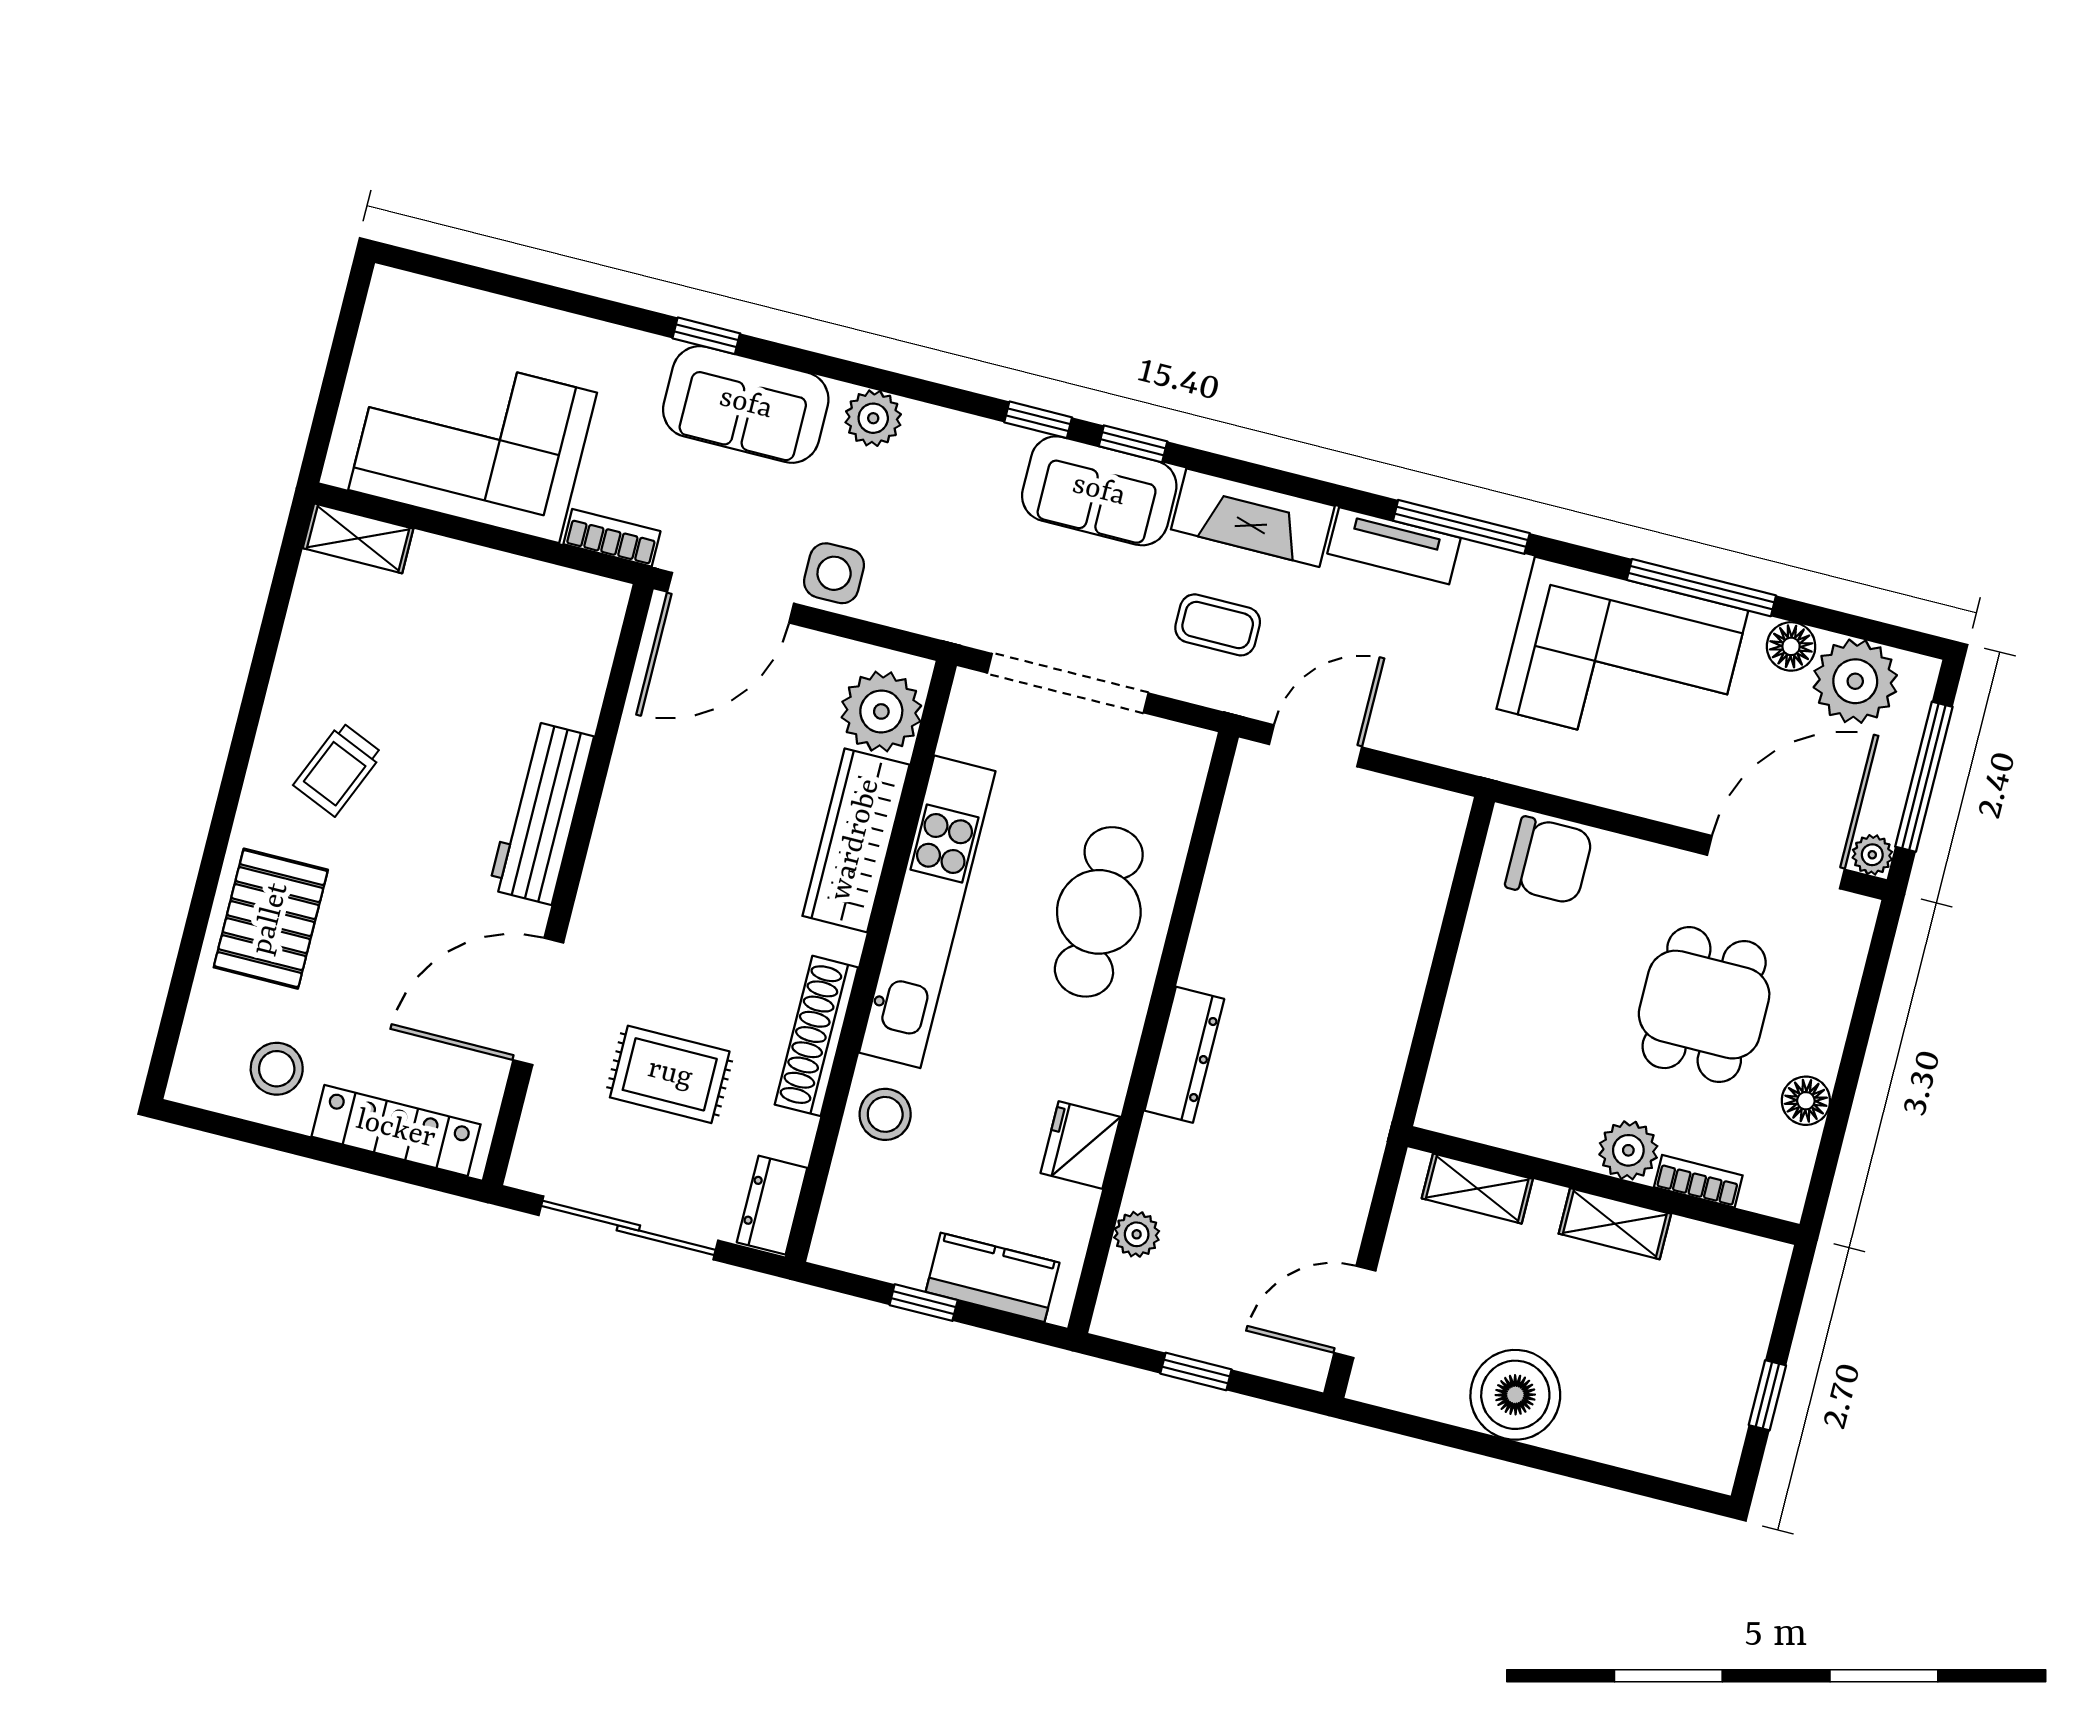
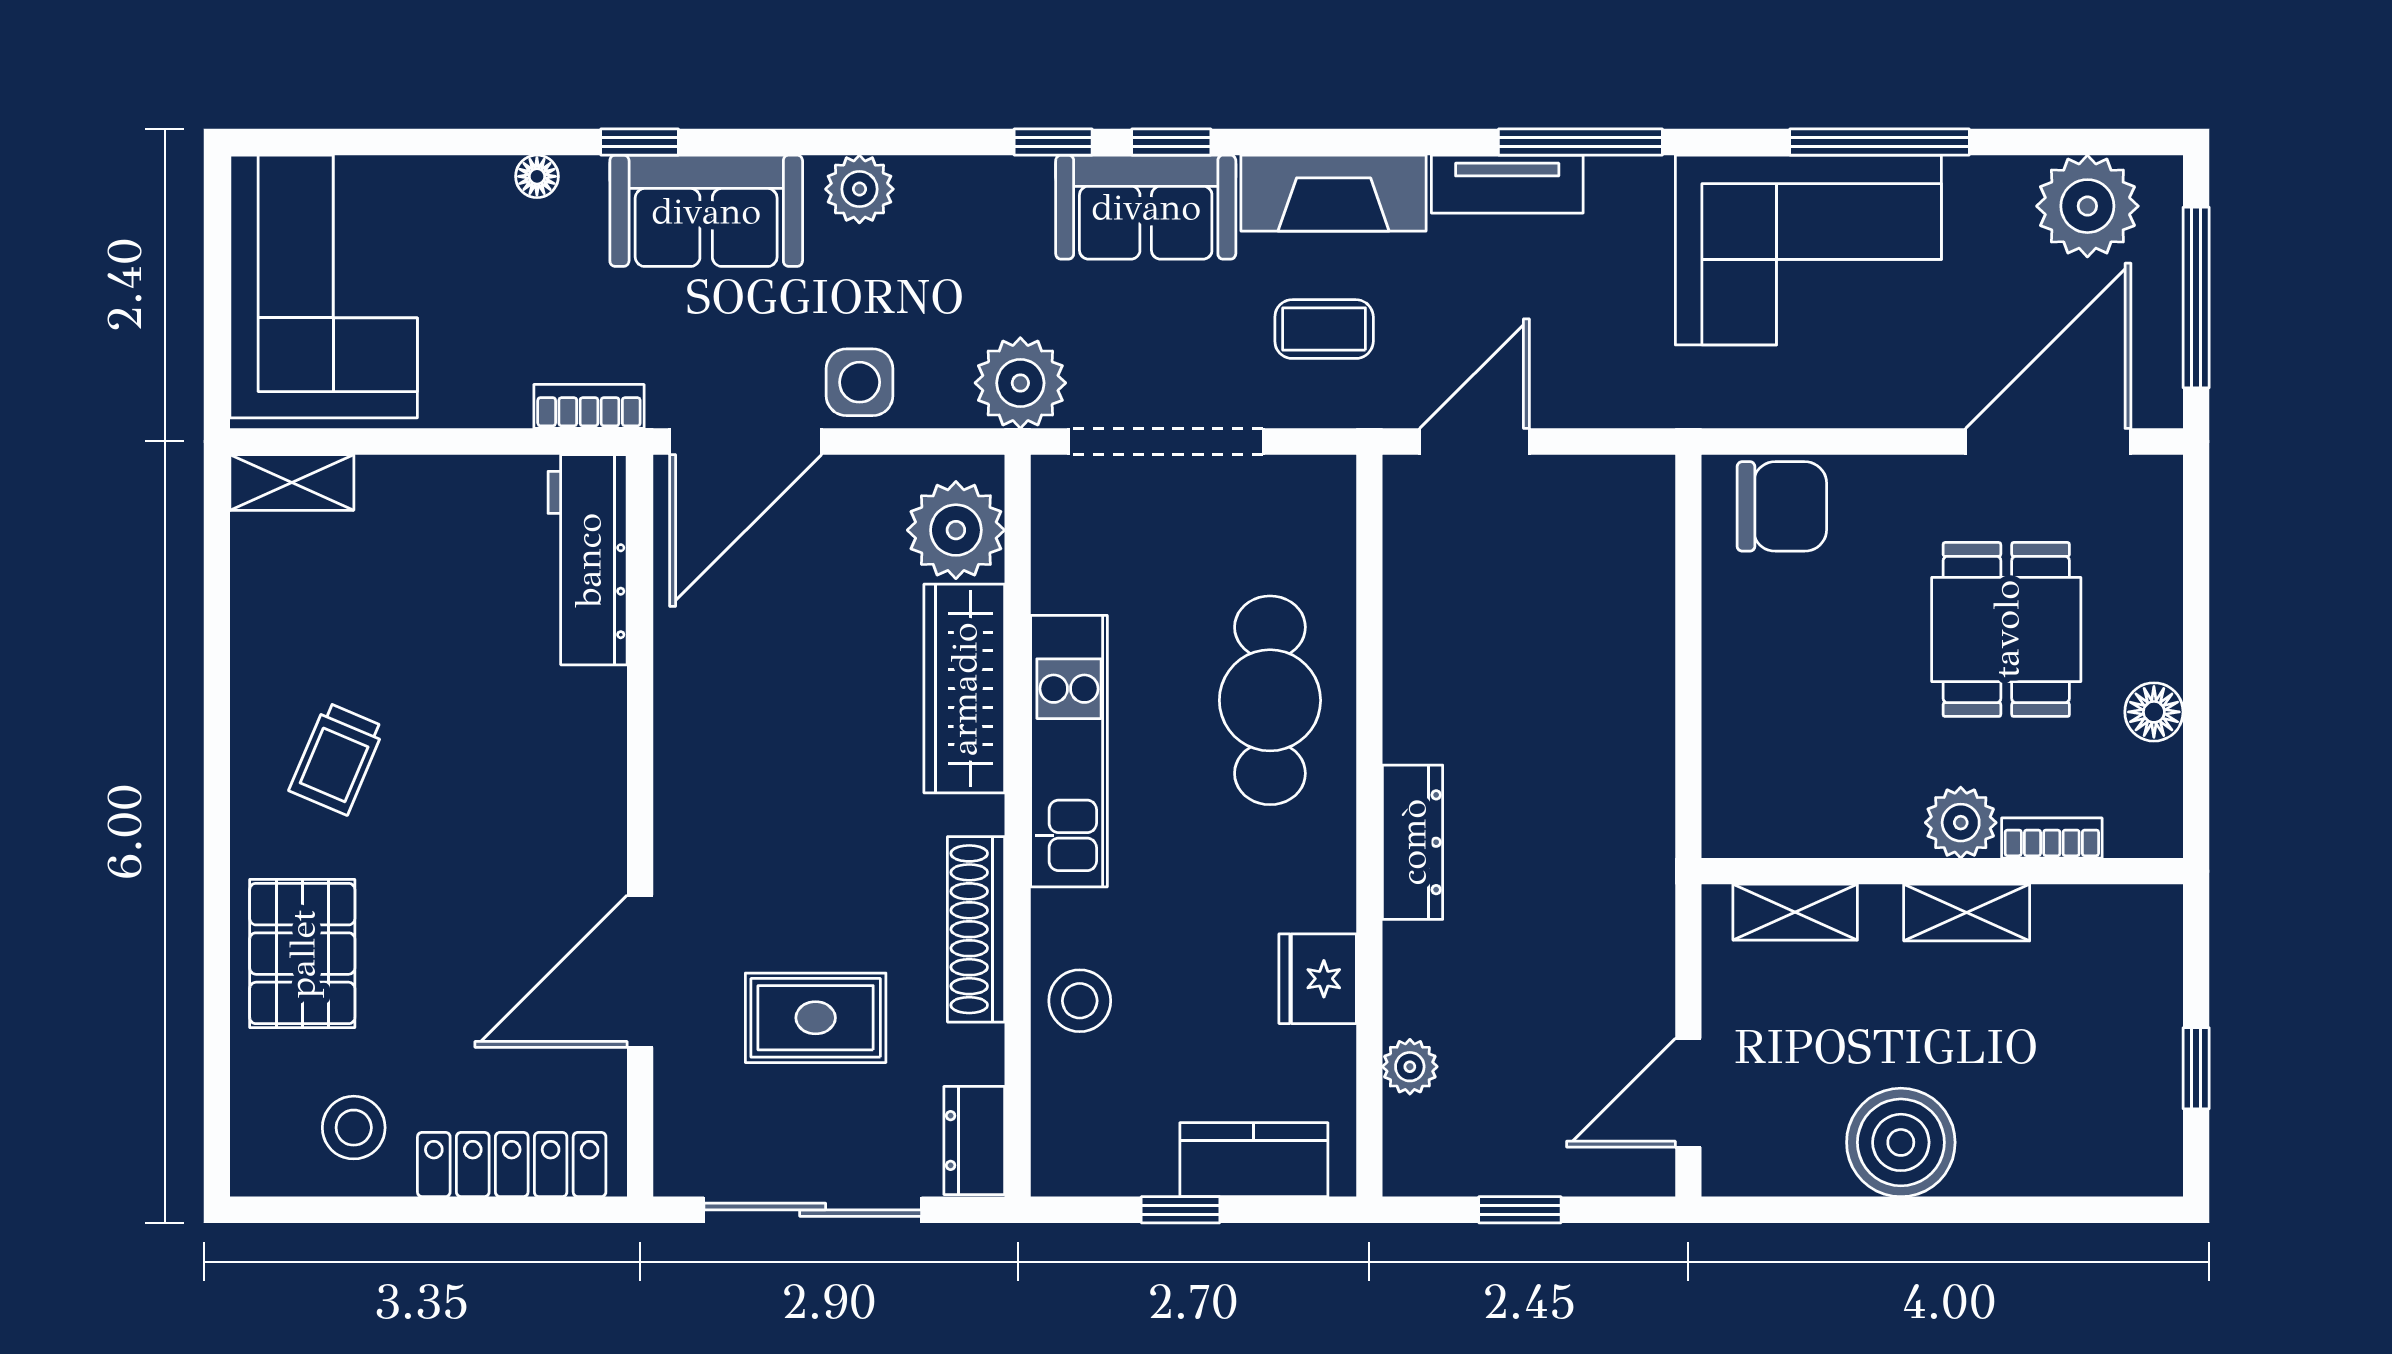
corner sofa: (473, 441) -> (324, 286), moved, turned 90
floor lamp: (1791, 646) -> (537, 176), moved, width x0.73, depth x0.73
workbench: (541, 813) -> (588, 560), moved
plant: (1872, 855) -> (1020, 383), moved, width x1.88, depth x1.88
kitchen unit: (927, 912) -> (1069, 751), width x0.73

